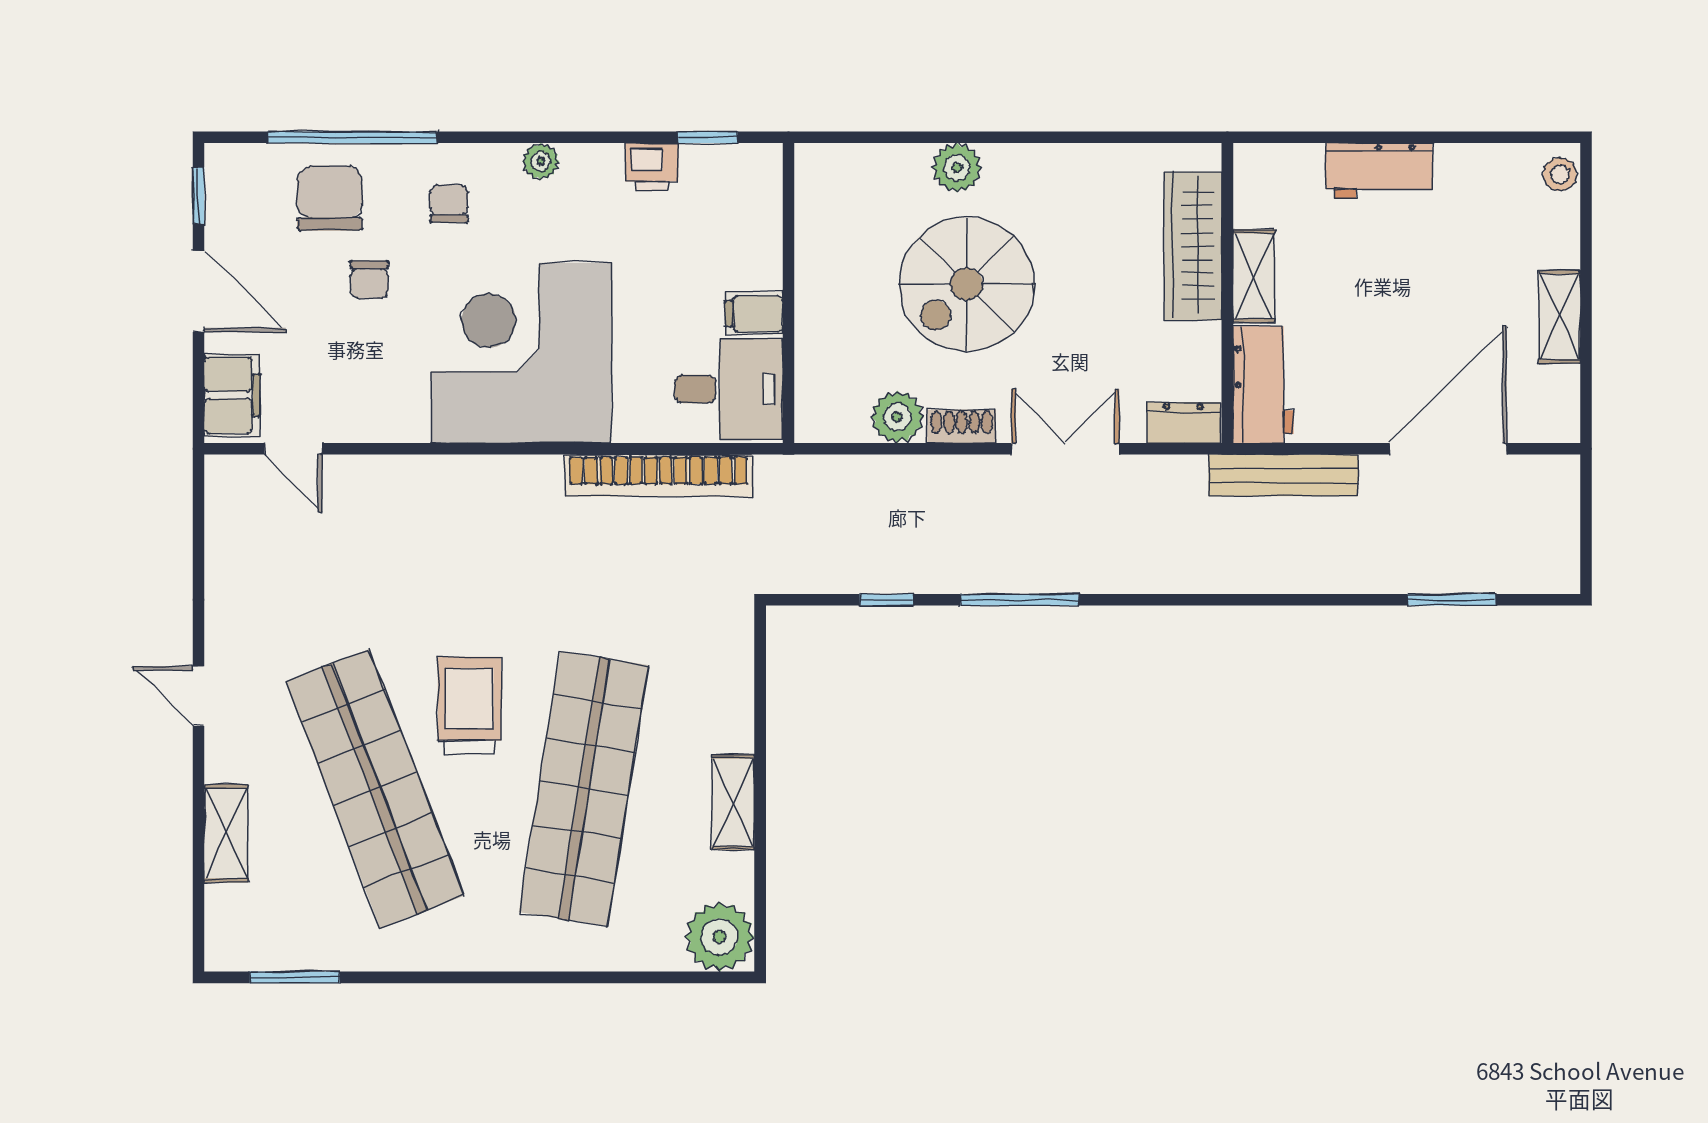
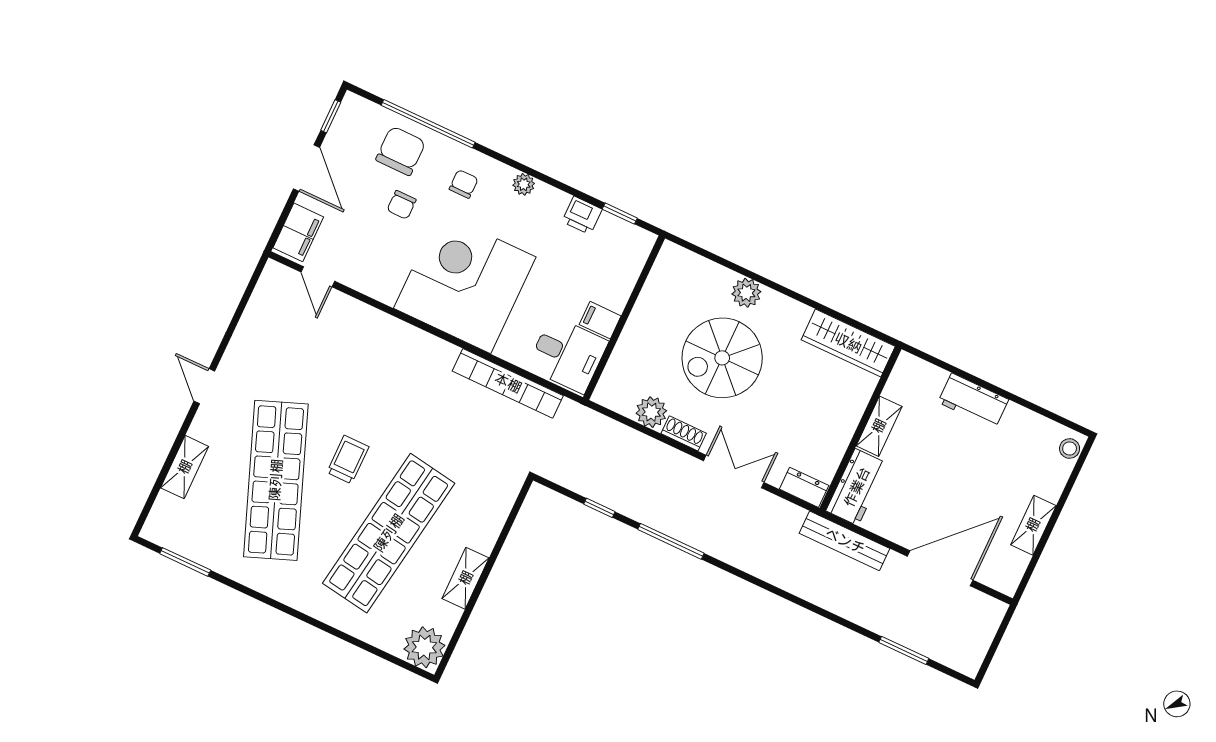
wardrobe: (1193, 246) -> (848, 343), moved, turned -90
trolley: (469, 706) -> (348, 460), width x0.73, depth x0.72

